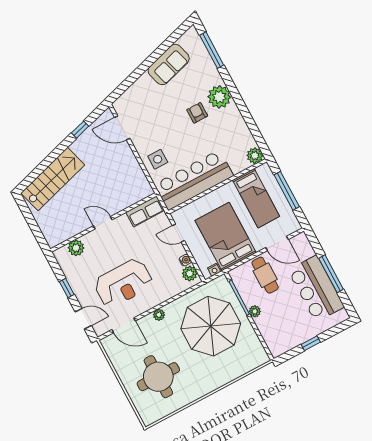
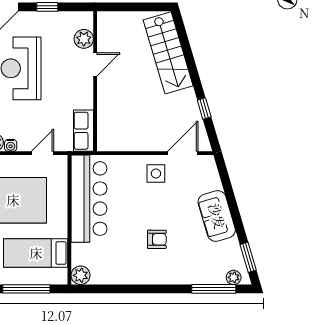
window: (174, 37) -> (248, 257), added
sofa: (169, 64) -> (217, 216), moved
plant: (219, 97) -> (234, 277), moved, width x0.53, depth x0.53
side table: (158, 159) -> (156, 174), moved
door: (103, 223) -> (95, 64), moved

